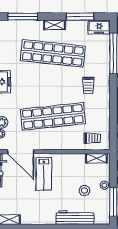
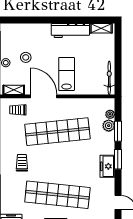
door: (21, 152) -> (44, 96), moved
workbench: (75, 217) -> (70, 30), moved

